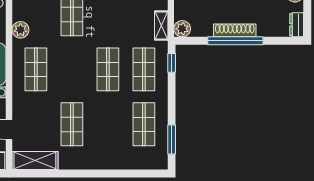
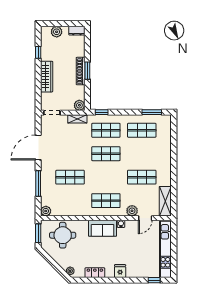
plant: (20, 30) -> (132, 211), moved
window: (235, 41) -> (87, 71), width x0.47

